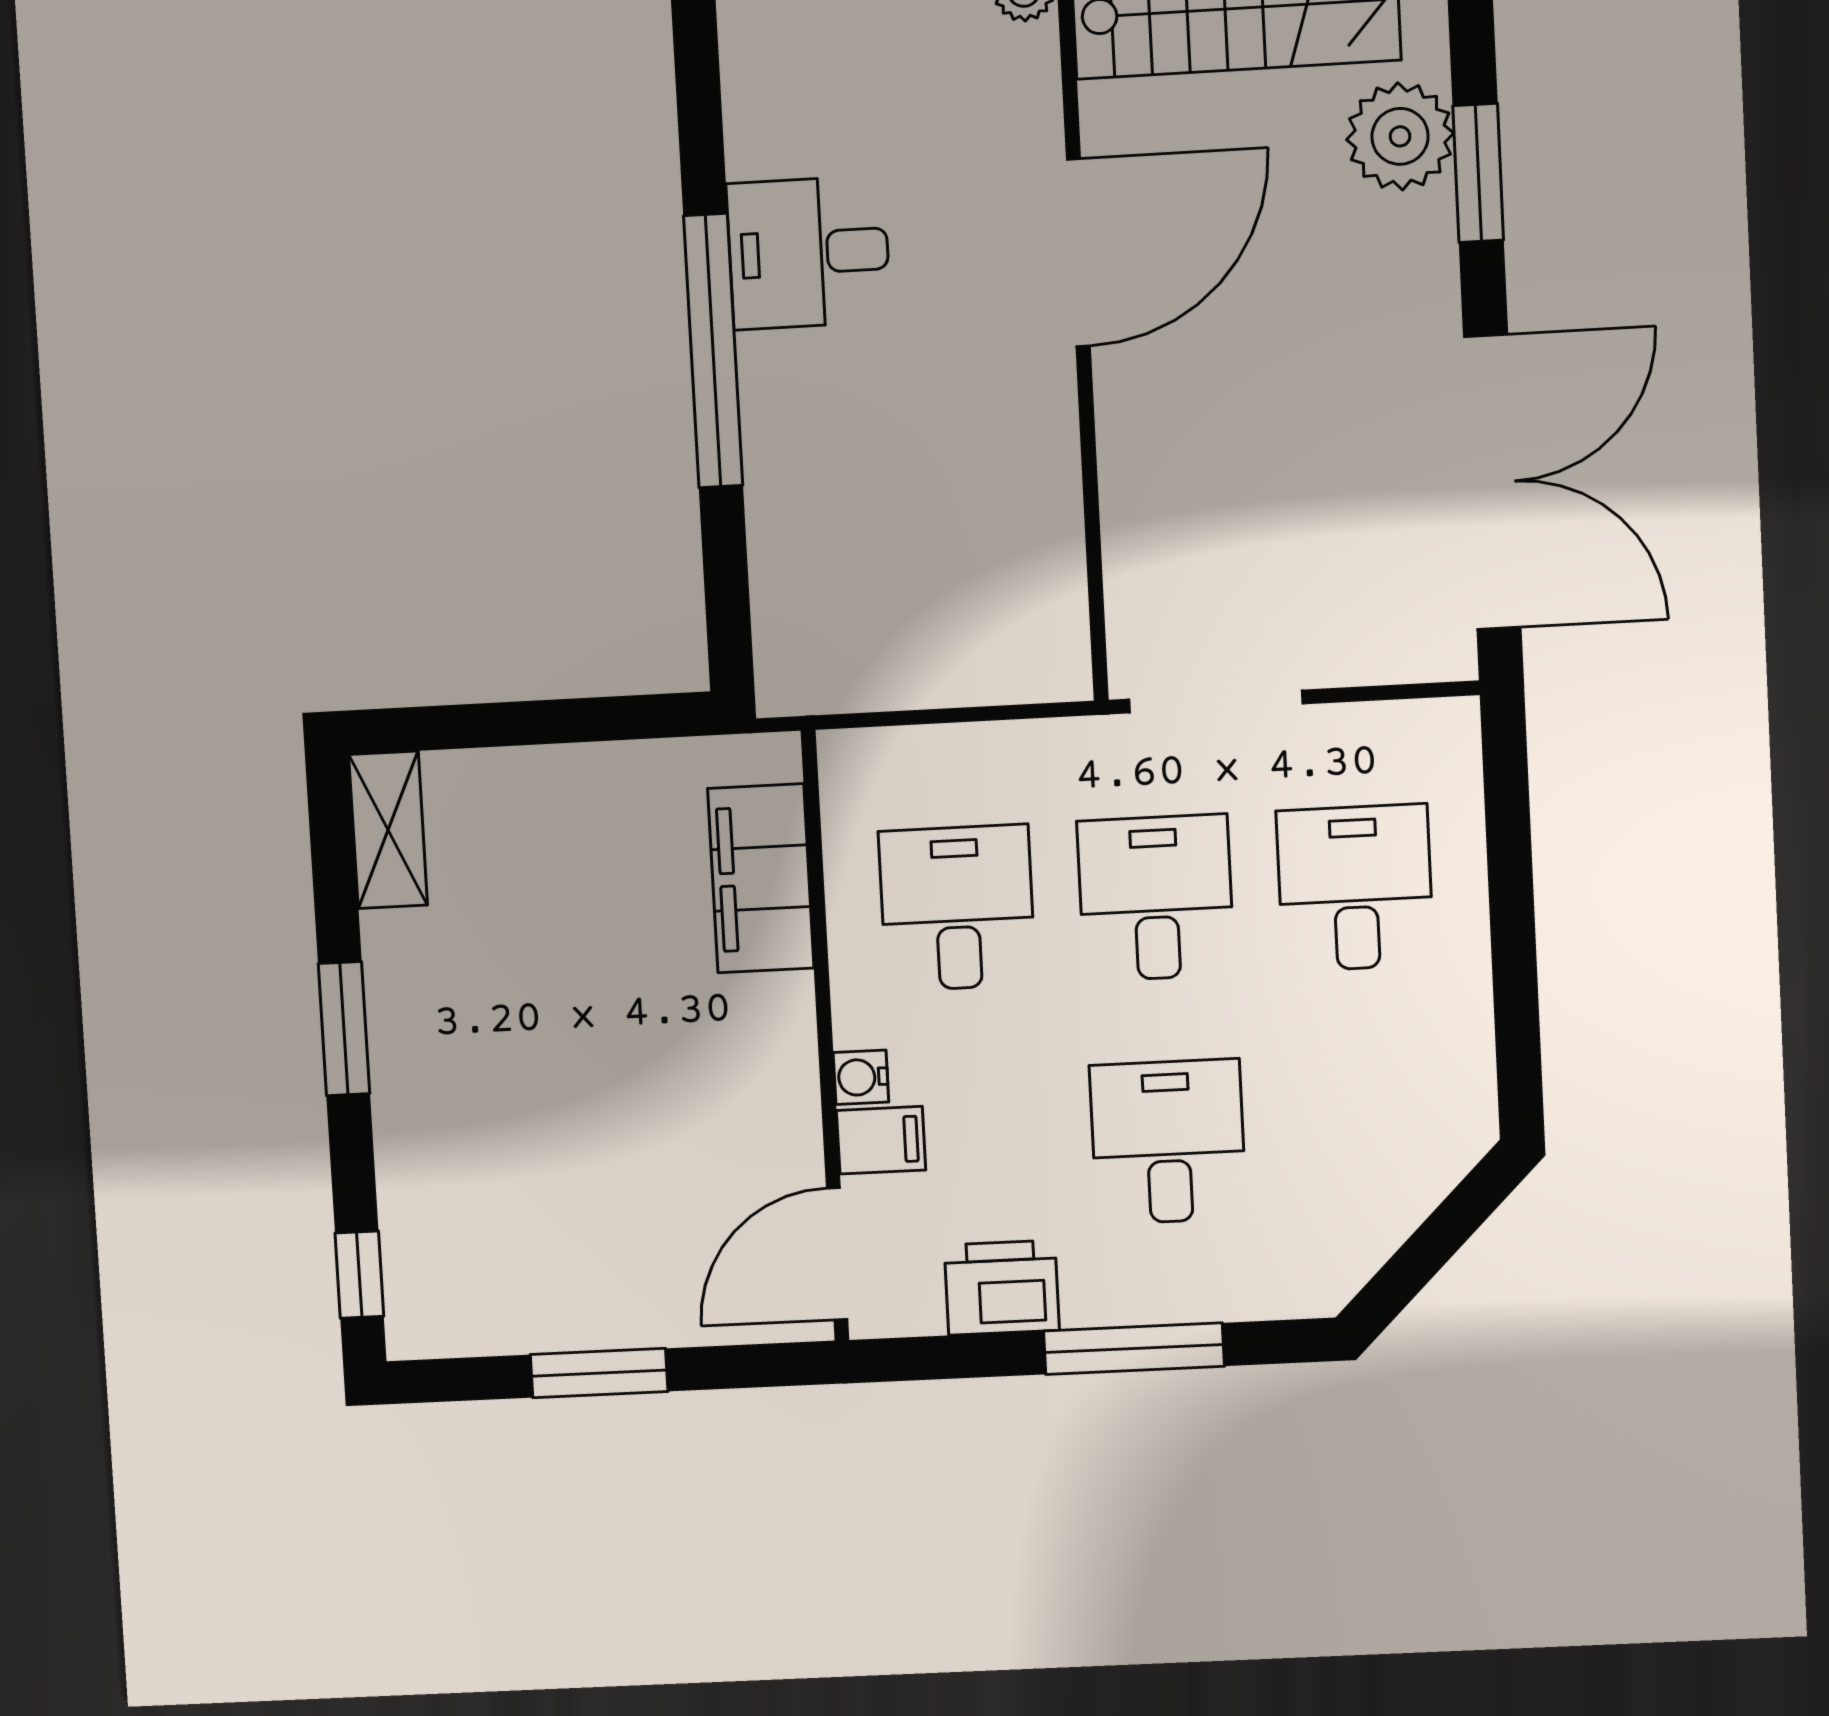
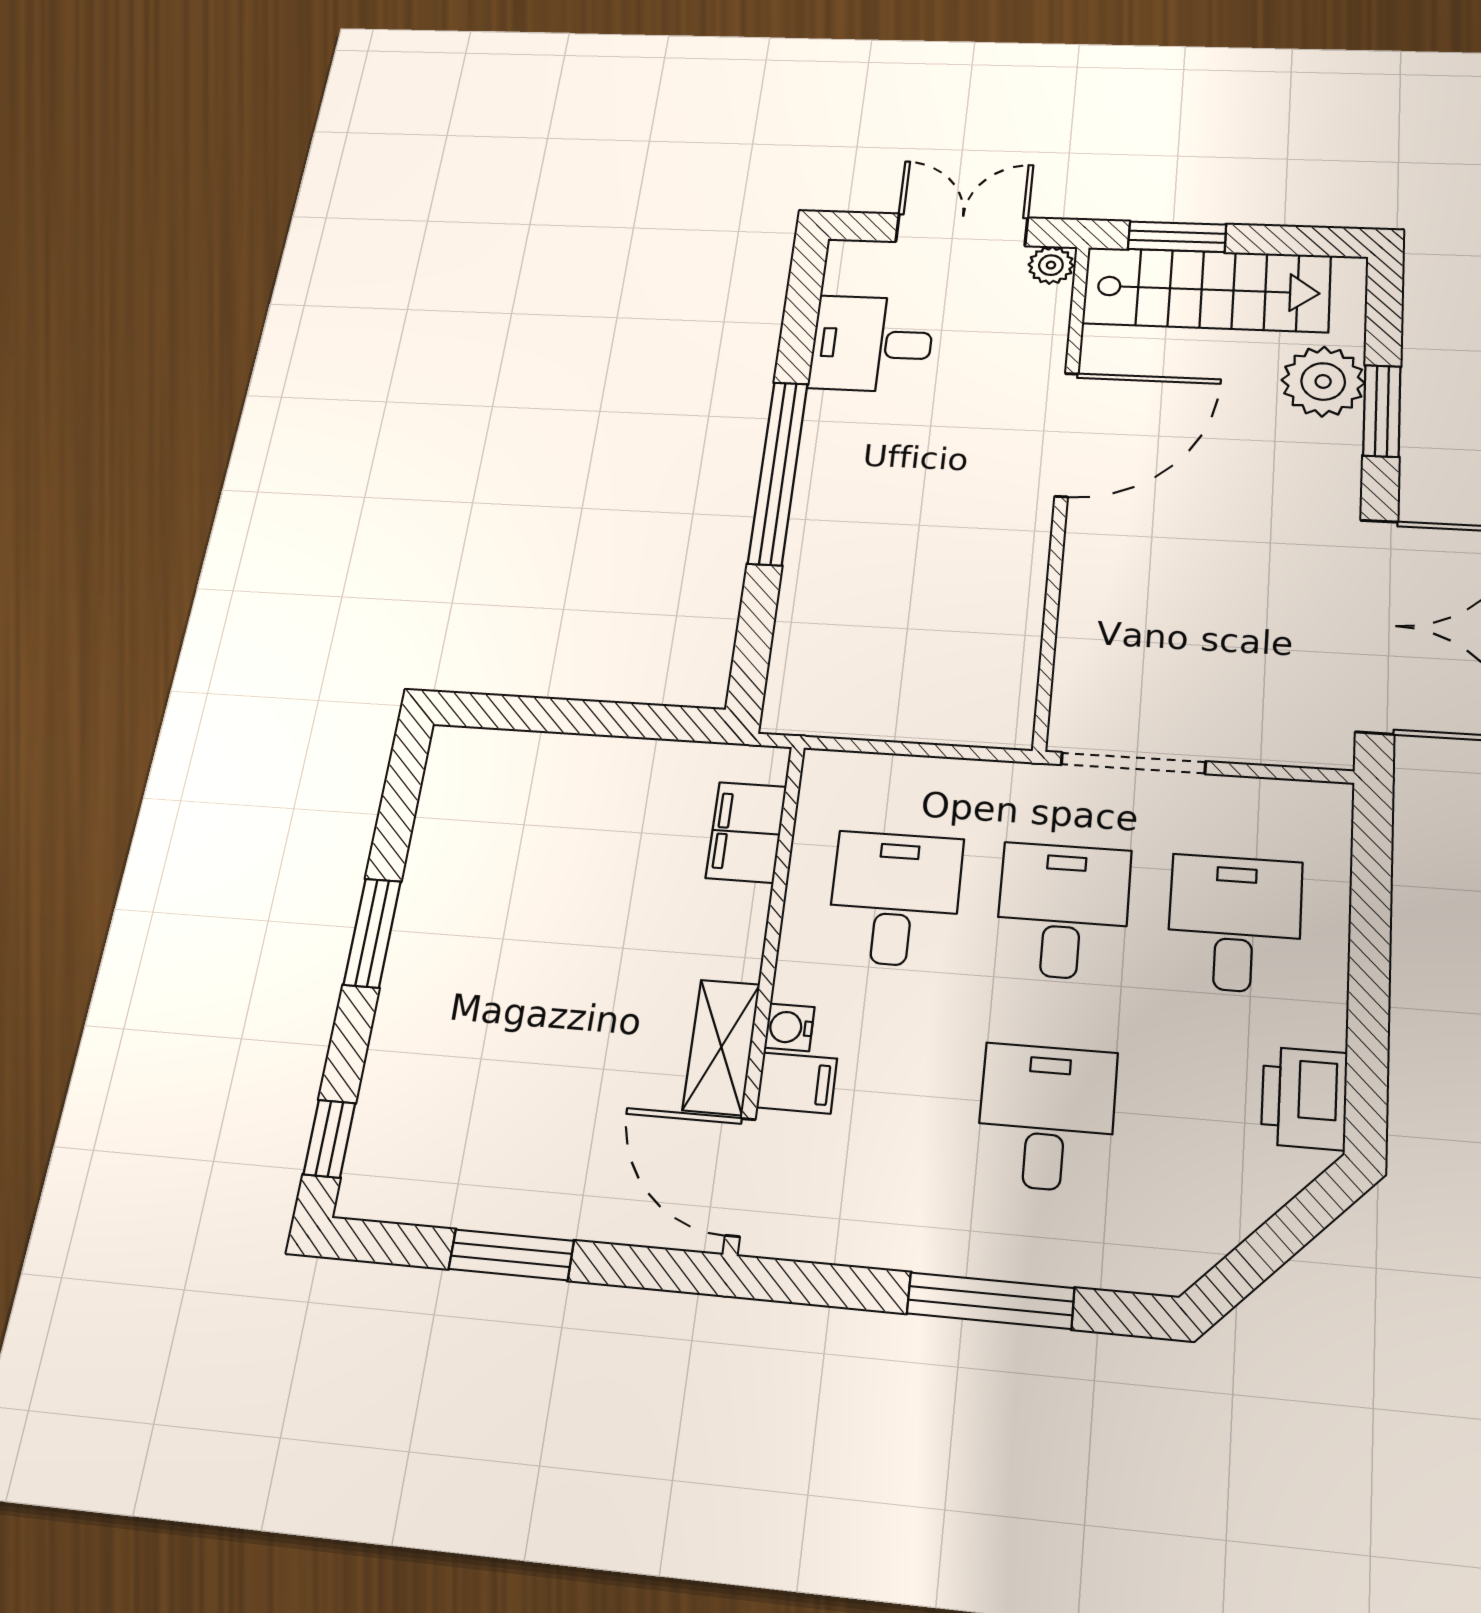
desk: (809, 253) -> (872, 344), moved
shelving: (388, 830) -> (721, 1047), moved
filing cabinet: (761, 878) -> (746, 832), width x0.67, depth x0.86
door: (837, 1254) -> (740, 1177), hinge flipped
printer: (1002, 1288) -> (1304, 1098), moved, turned -90

